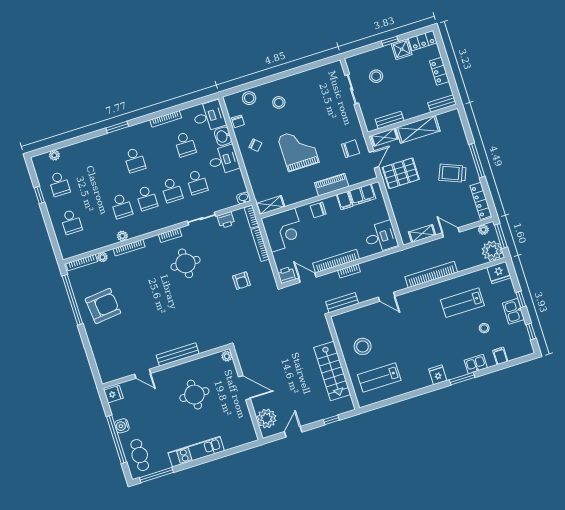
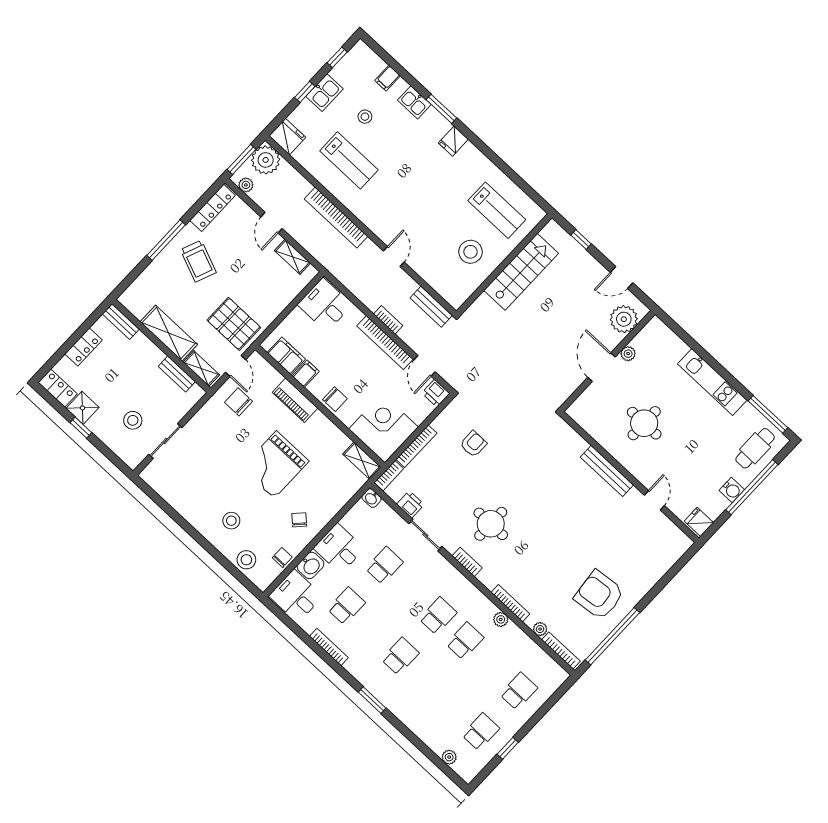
door: (374, 160) -> (236, 366), swing flipped
school desk: (172, 190) -> (411, 591), removed
plant: (227, 356) -> (628, 354), moved

